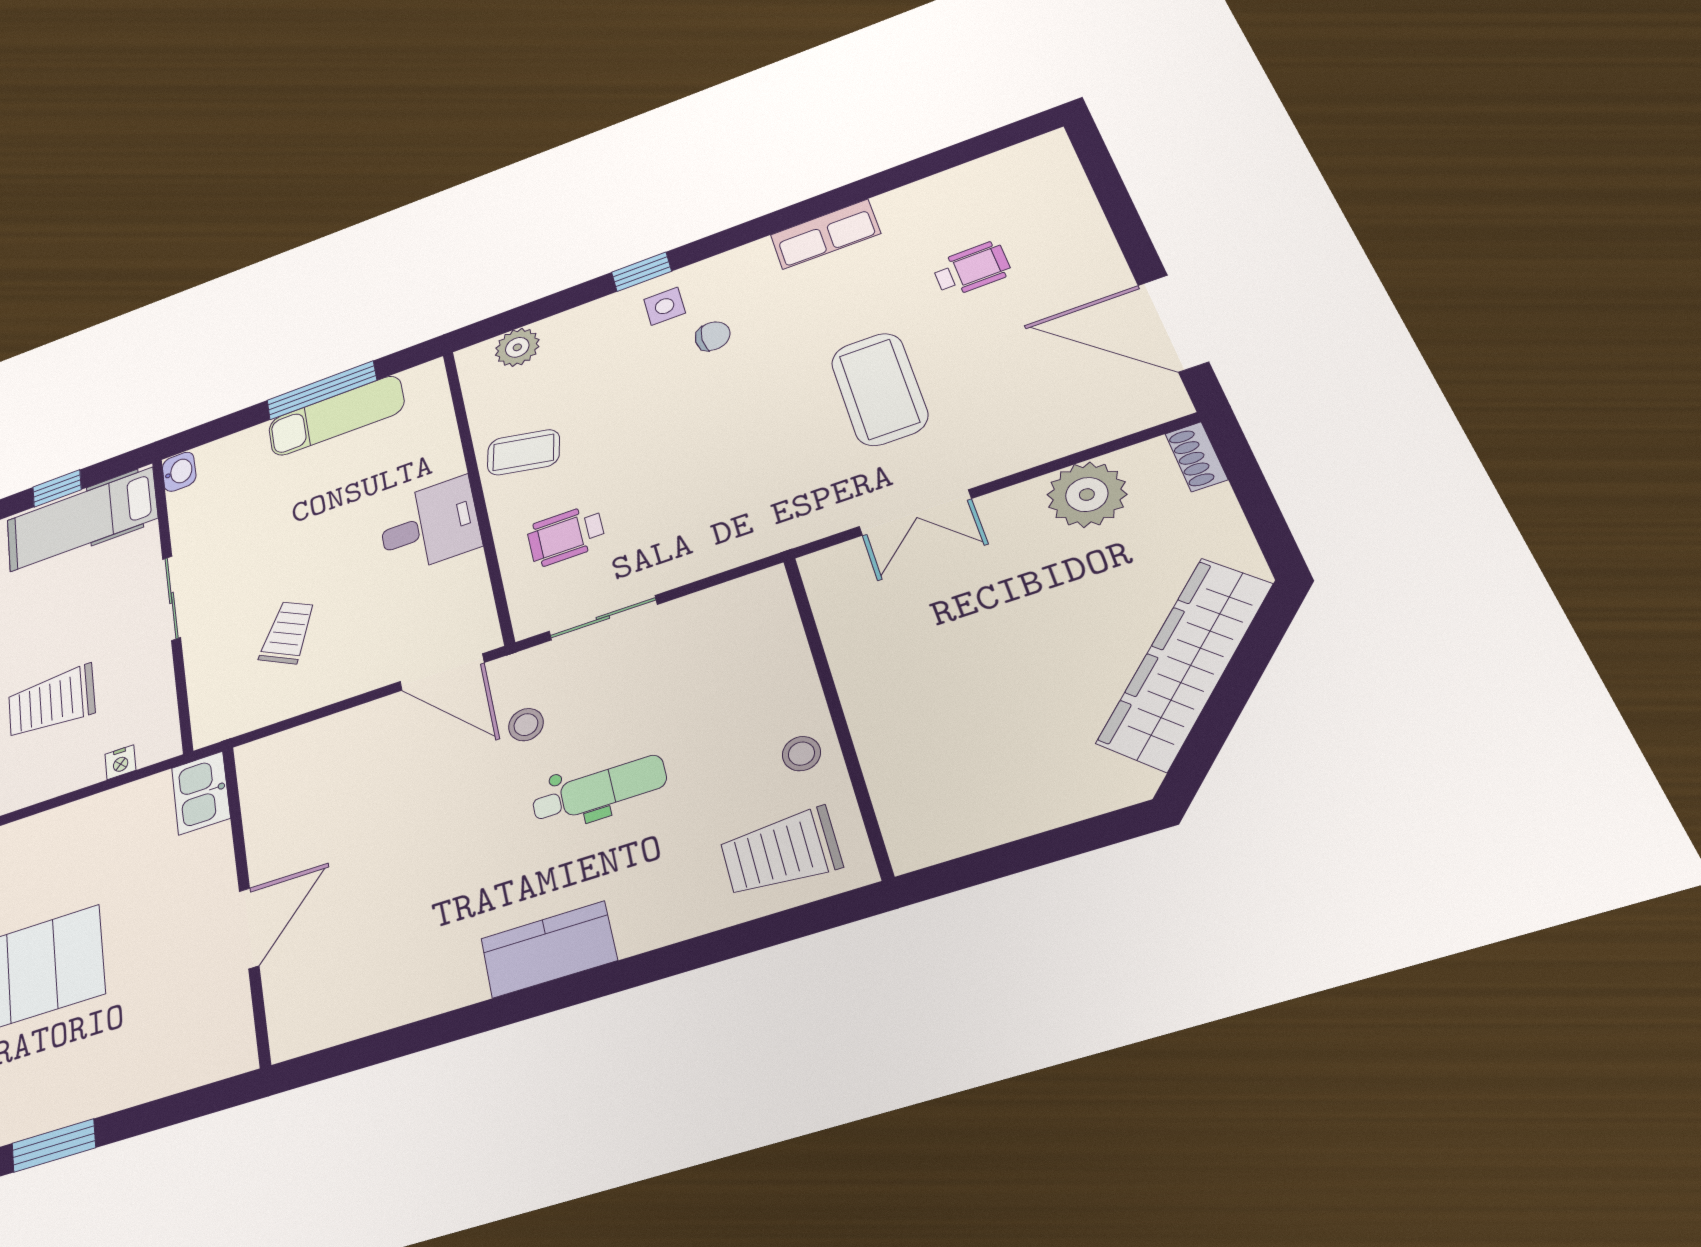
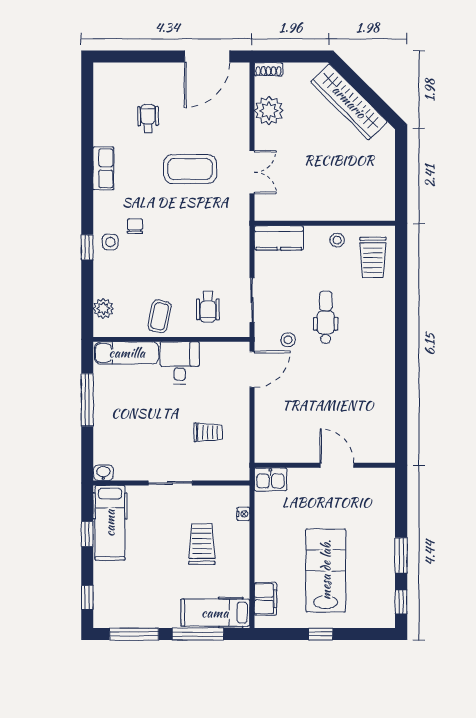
exam couch: (336, 416) -> (127, 353), moved, turned 90
trolley: (288, 633) -> (208, 432), turned 153
trolley: (51, 702) -> (202, 544), turned 180
kitchen counter: (549, 949) -> (279, 238), moved, turned -90

